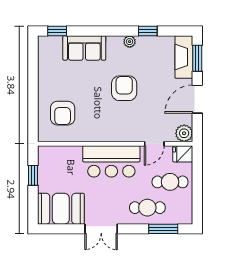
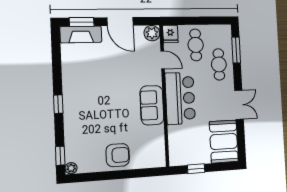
window: (148, 31) -> (58, 104), moved
plant: (130, 42) -> (71, 168), moved
sofa: (84, 48) -> (152, 105), moved, turned 180
armchair: (124, 88) -> (113, 89), removed
armchair: (63, 113) -> (118, 155), moved

